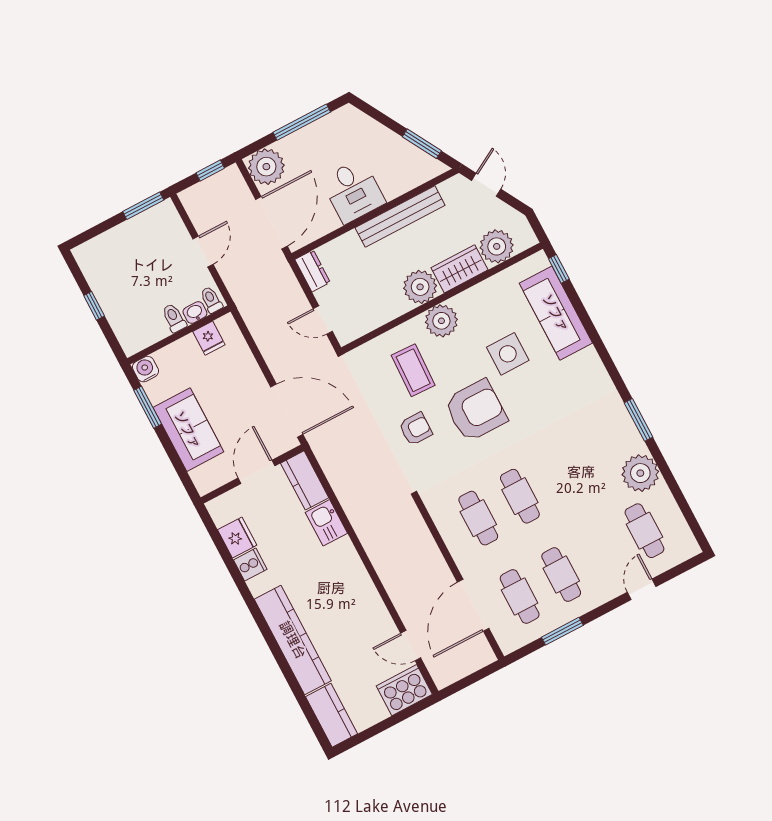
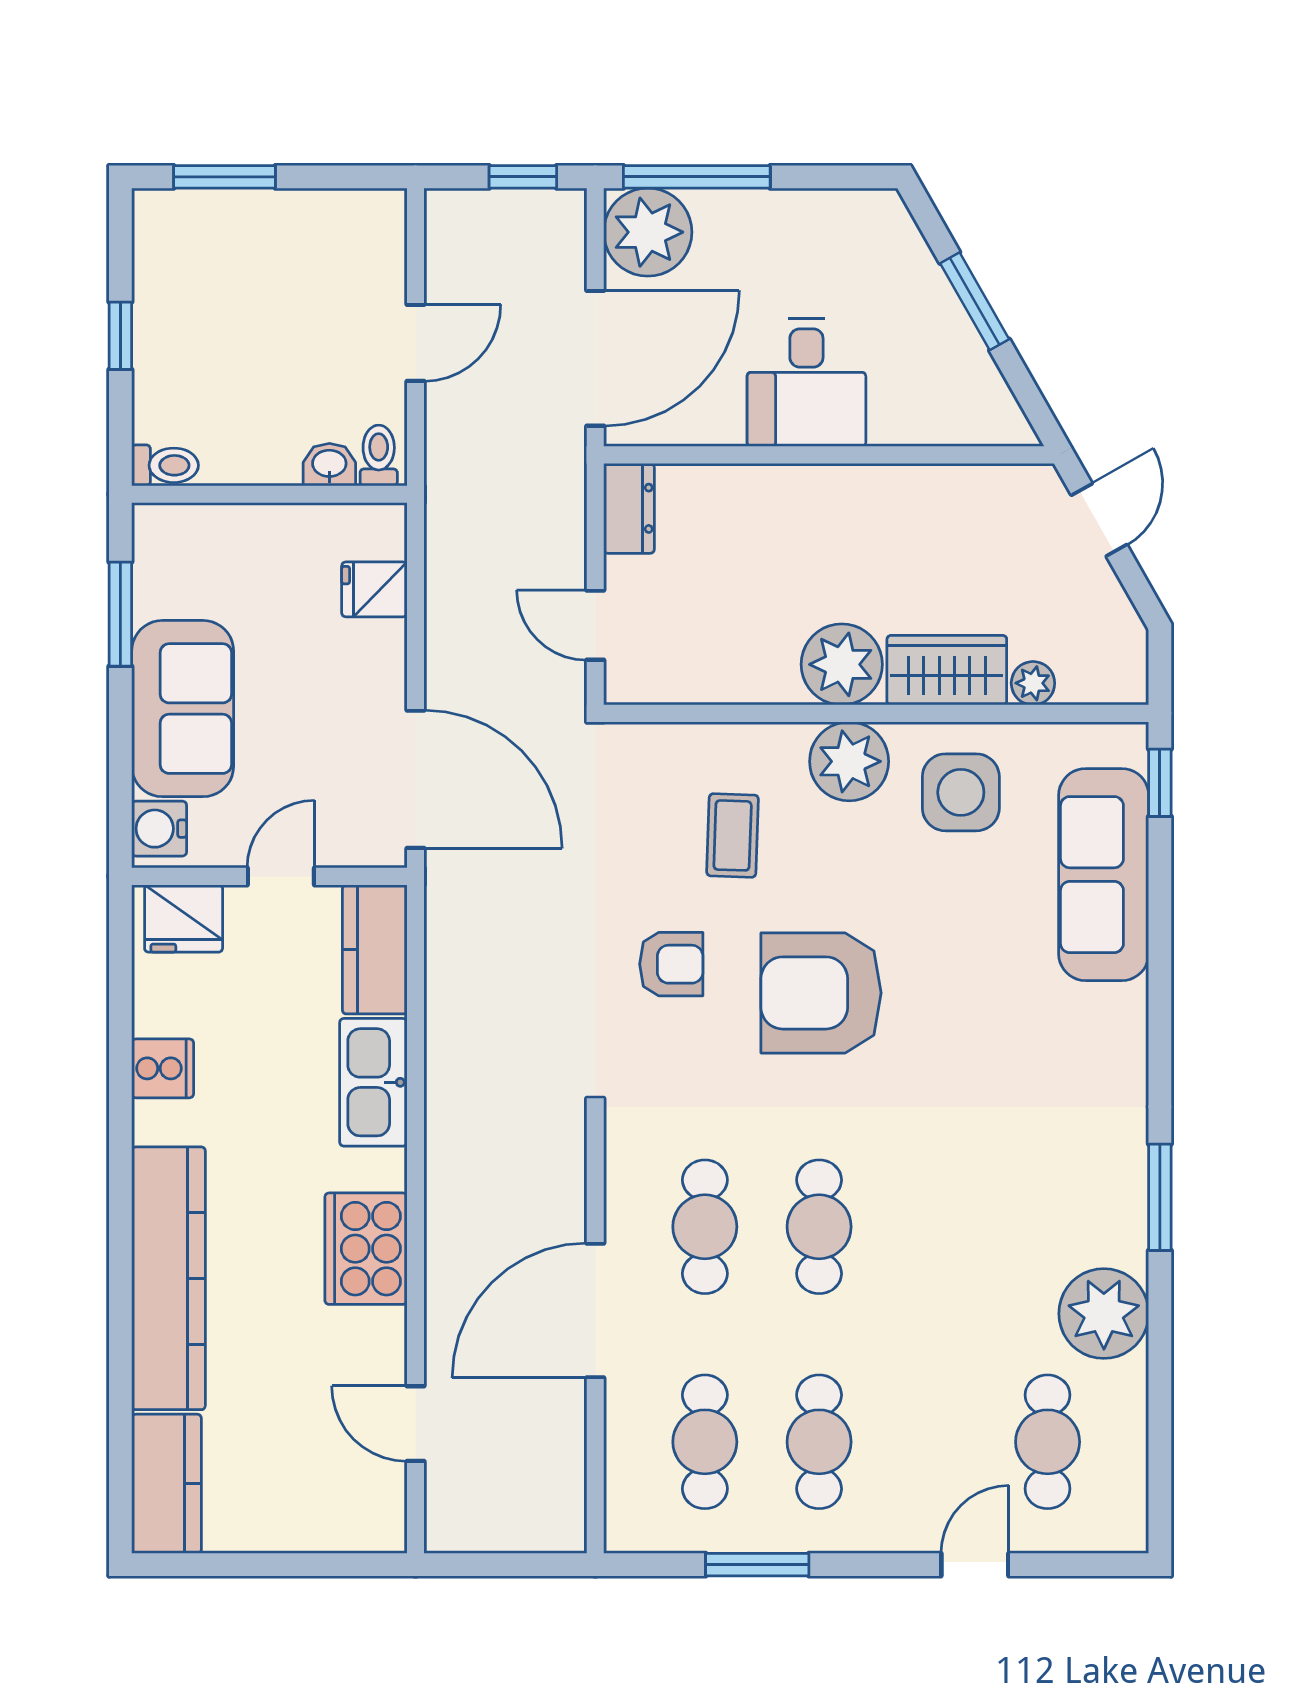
window: (302, 122) -> (697, 177), moved
window: (422, 144) -> (975, 301), moved
window: (143, 206) -> (224, 177), moved
bench: (400, 216) -> (879, 491), removed
plant: (497, 246) -> (1033, 683), width x0.53, depth x0.53
toilet: (174, 318) -> (165, 465), moved, turned 90
fridge: (209, 338) -> (374, 589), moved, turned 90
side table: (508, 354) -> (961, 792), moved
water cooler: (146, 369) -> (159, 829), moved, turned -90
coffee table: (413, 370) -> (733, 835), width x0.73, depth x0.77
armchair: (476, 411) -> (821, 993), turned 180
door: (256, 472) -> (281, 876), width x0.73
kitchen sink: (326, 523) -> (373, 1082), width x1.38
fridge: (237, 537) -> (184, 918), moved, turned 90
door: (473, 605) -> (595, 1310), moved
cooker: (404, 690) -> (366, 1249), moved, turned -90

